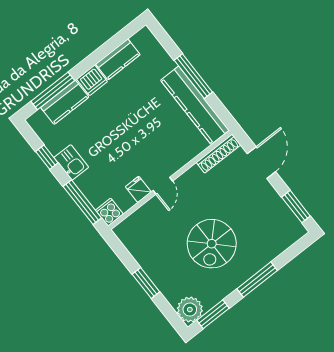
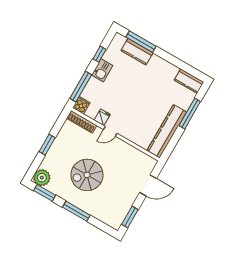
kitchen counter: (118, 59) -> (189, 81), moved
window: (193, 76) -> (190, 114), moved
dishwasher: (92, 80) -> (157, 63), removed
shoe rack: (218, 154) -> (82, 122), moved

